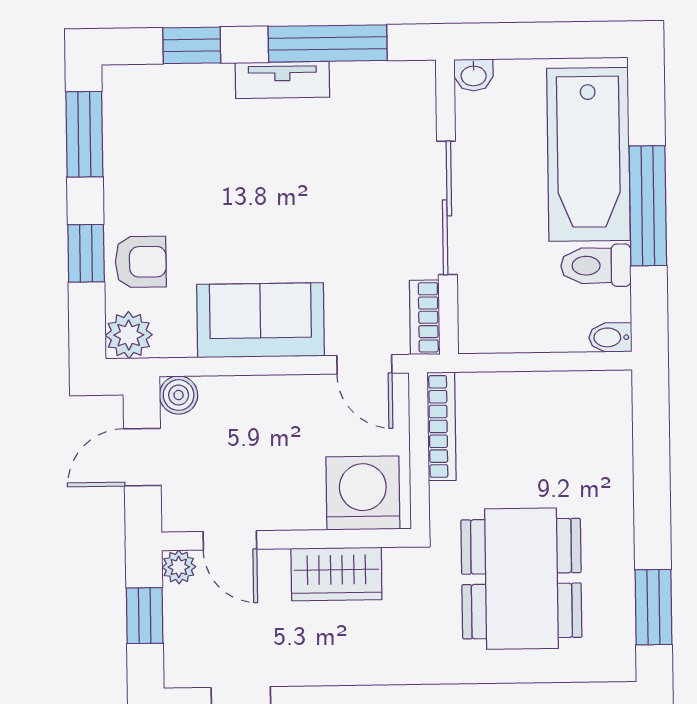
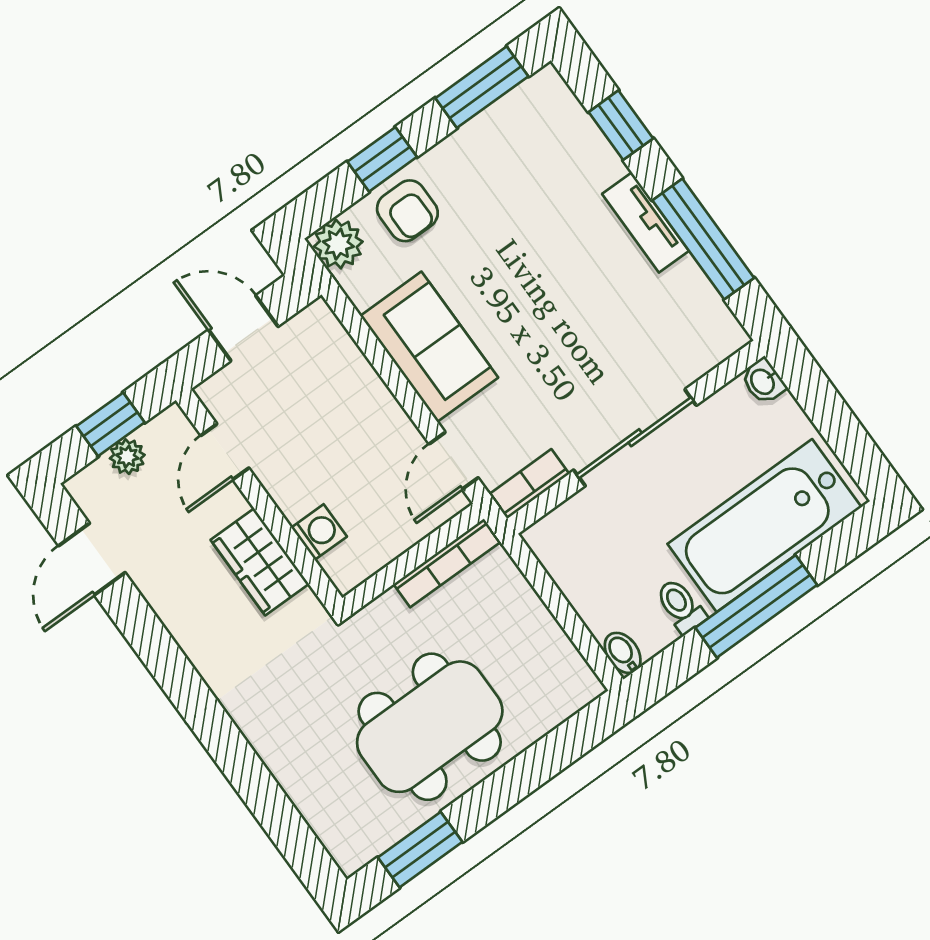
toilet: (596, 266) -> (681, 606), width x0.73, depth x0.72
boiler: (179, 395) -> (317, 322), removed
washing machine: (363, 493) -> (319, 532), width x0.53, depth x0.53
plant: (179, 567) -> (127, 457), moved
dining table: (521, 579) -> (430, 727), moved

